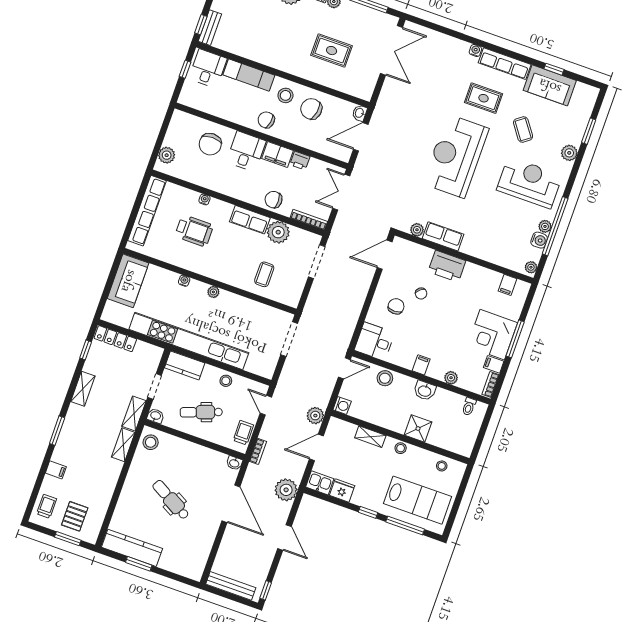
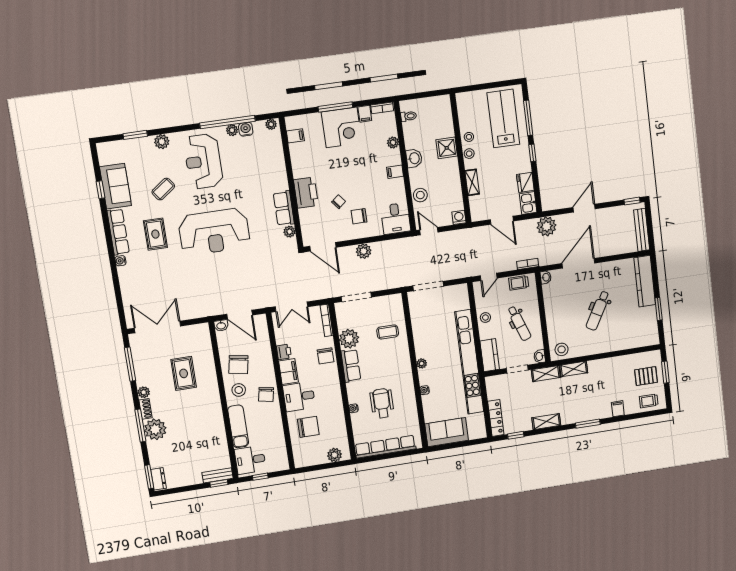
plant: (315, 416) -> (364, 251), moved
stool: (442, 466) -> (469, 137), moved
kitchen counter: (132, 548) -> (645, 281), moved

